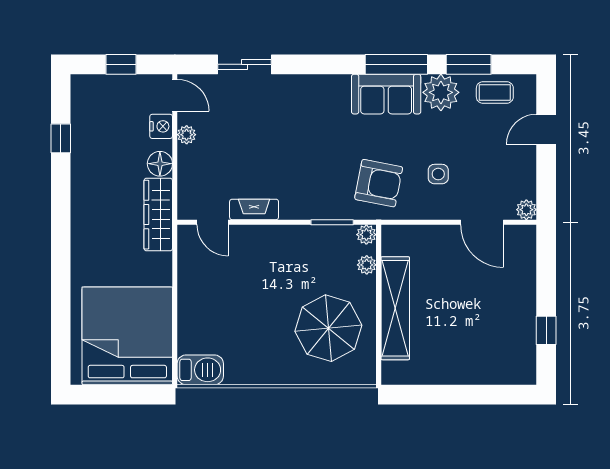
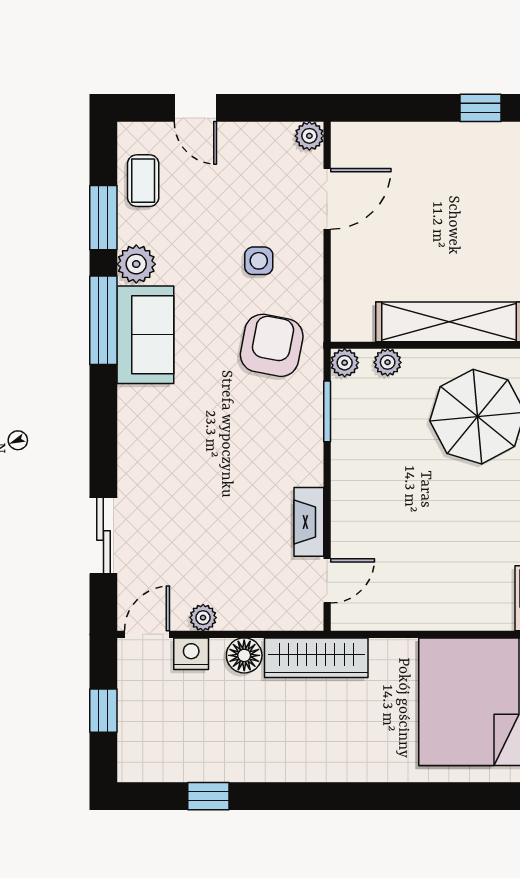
plant: (441, 92) -> (136, 264), width x0.73, depth x0.73

